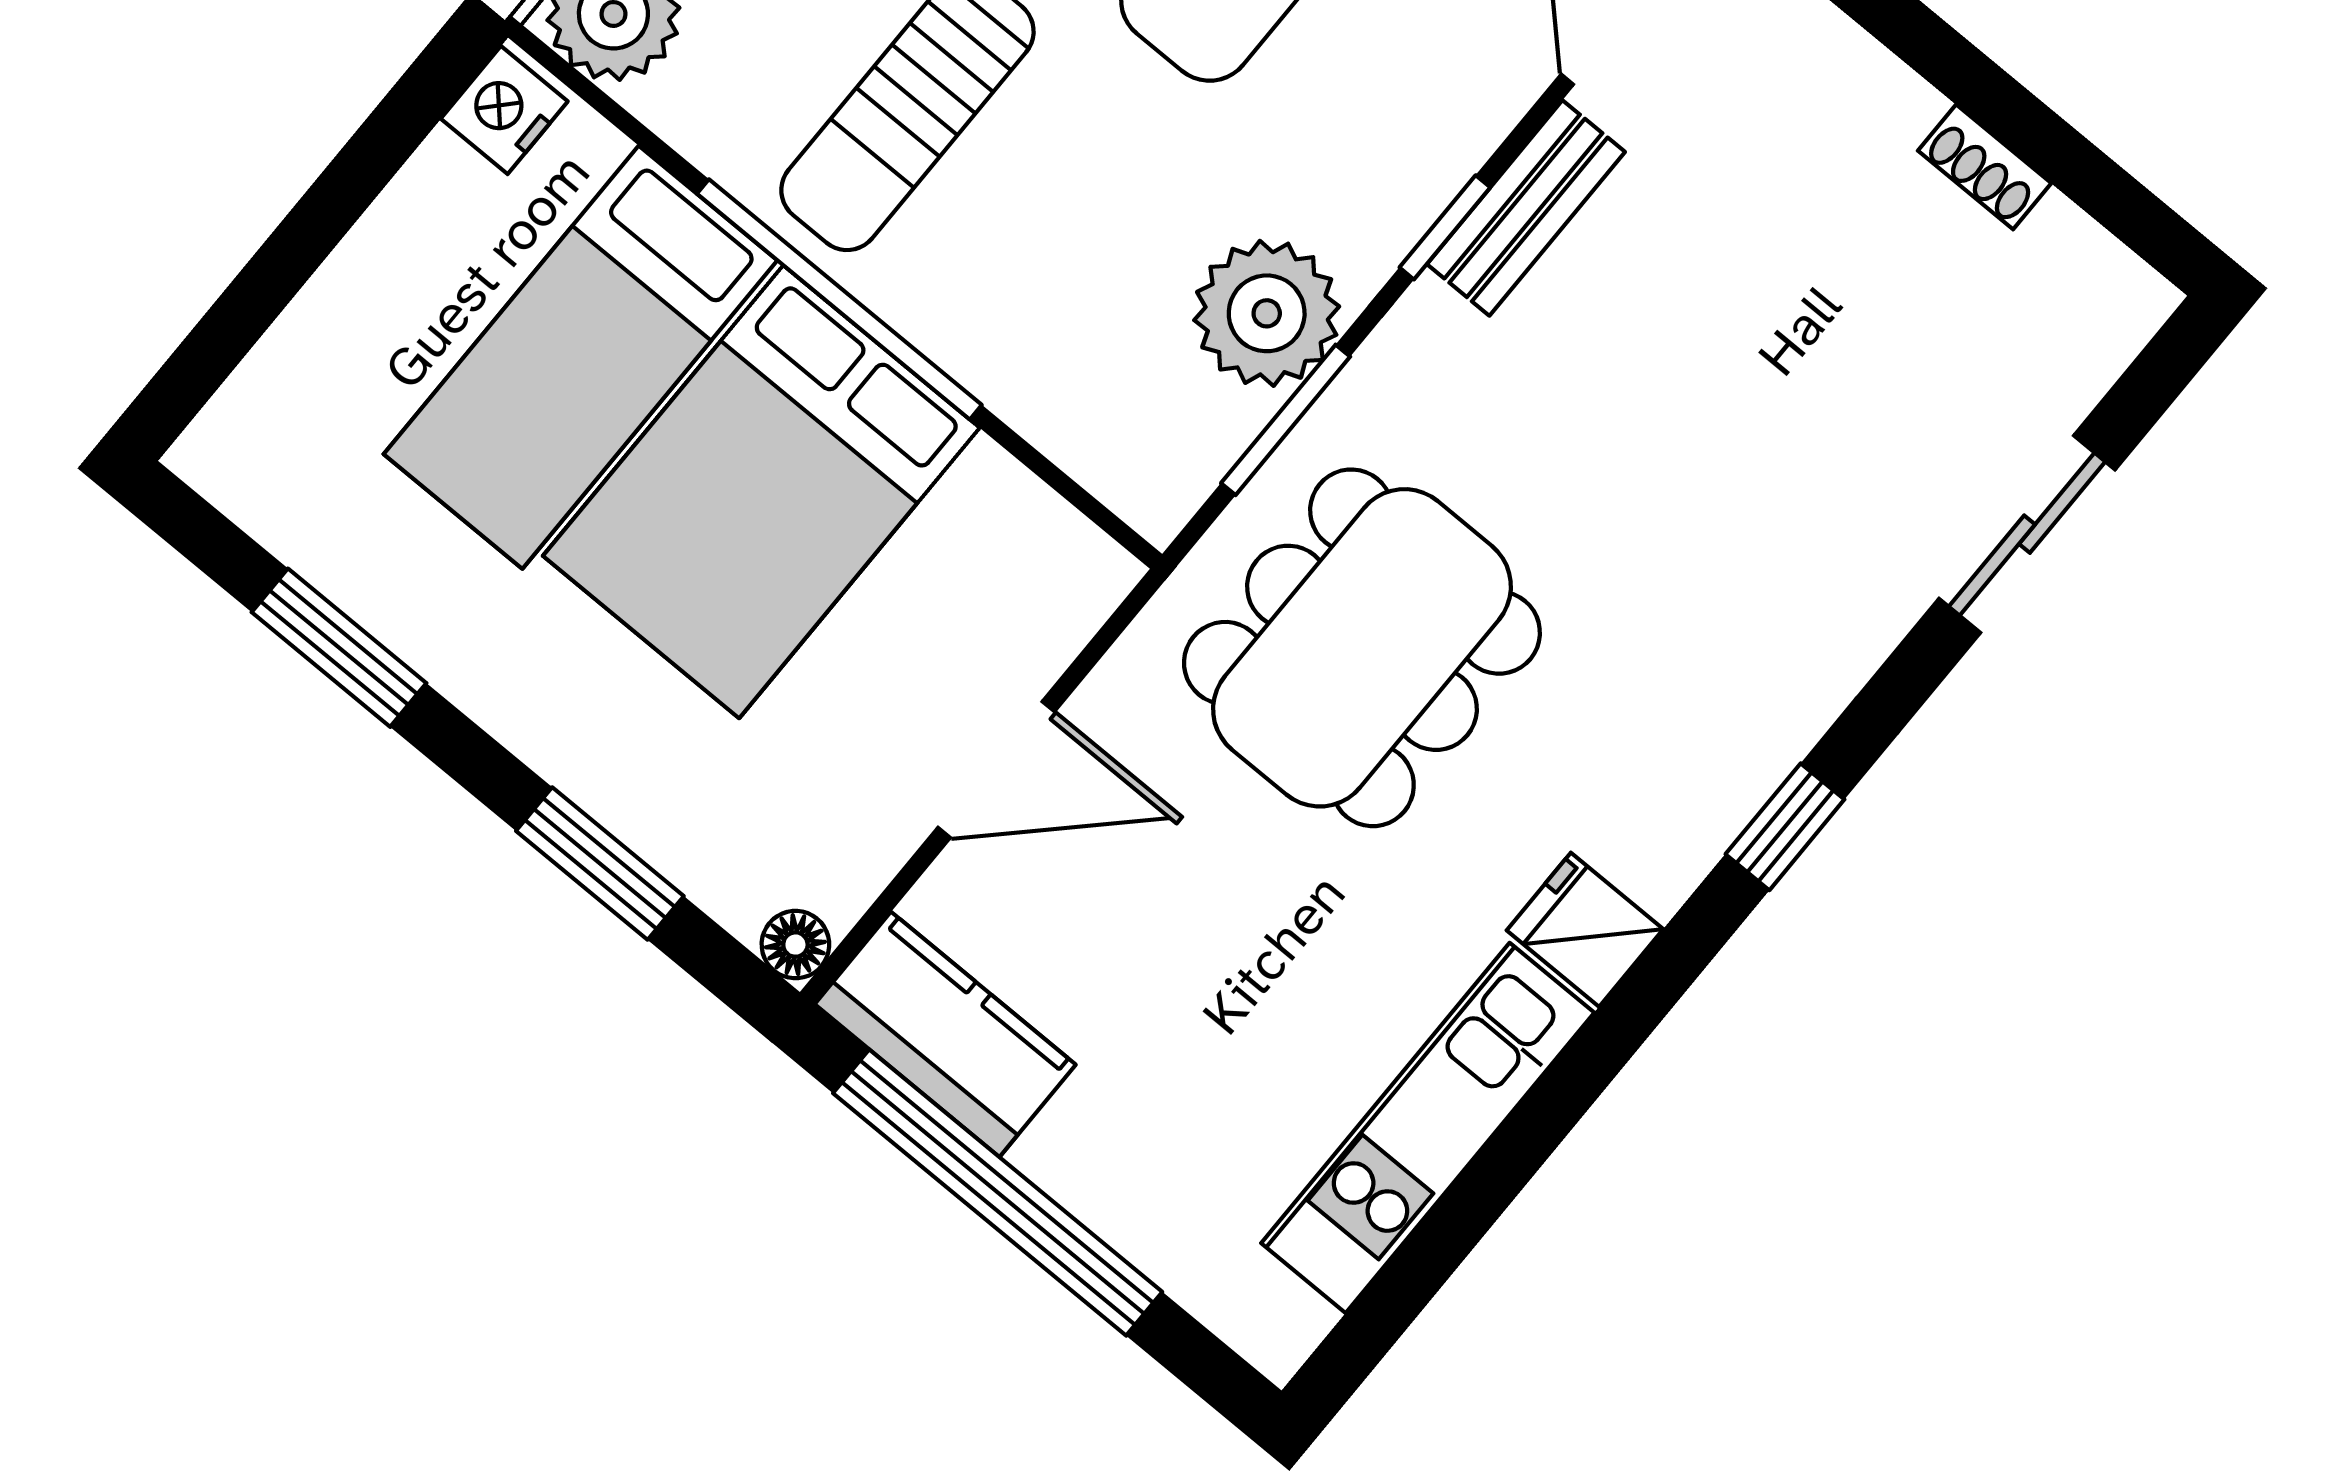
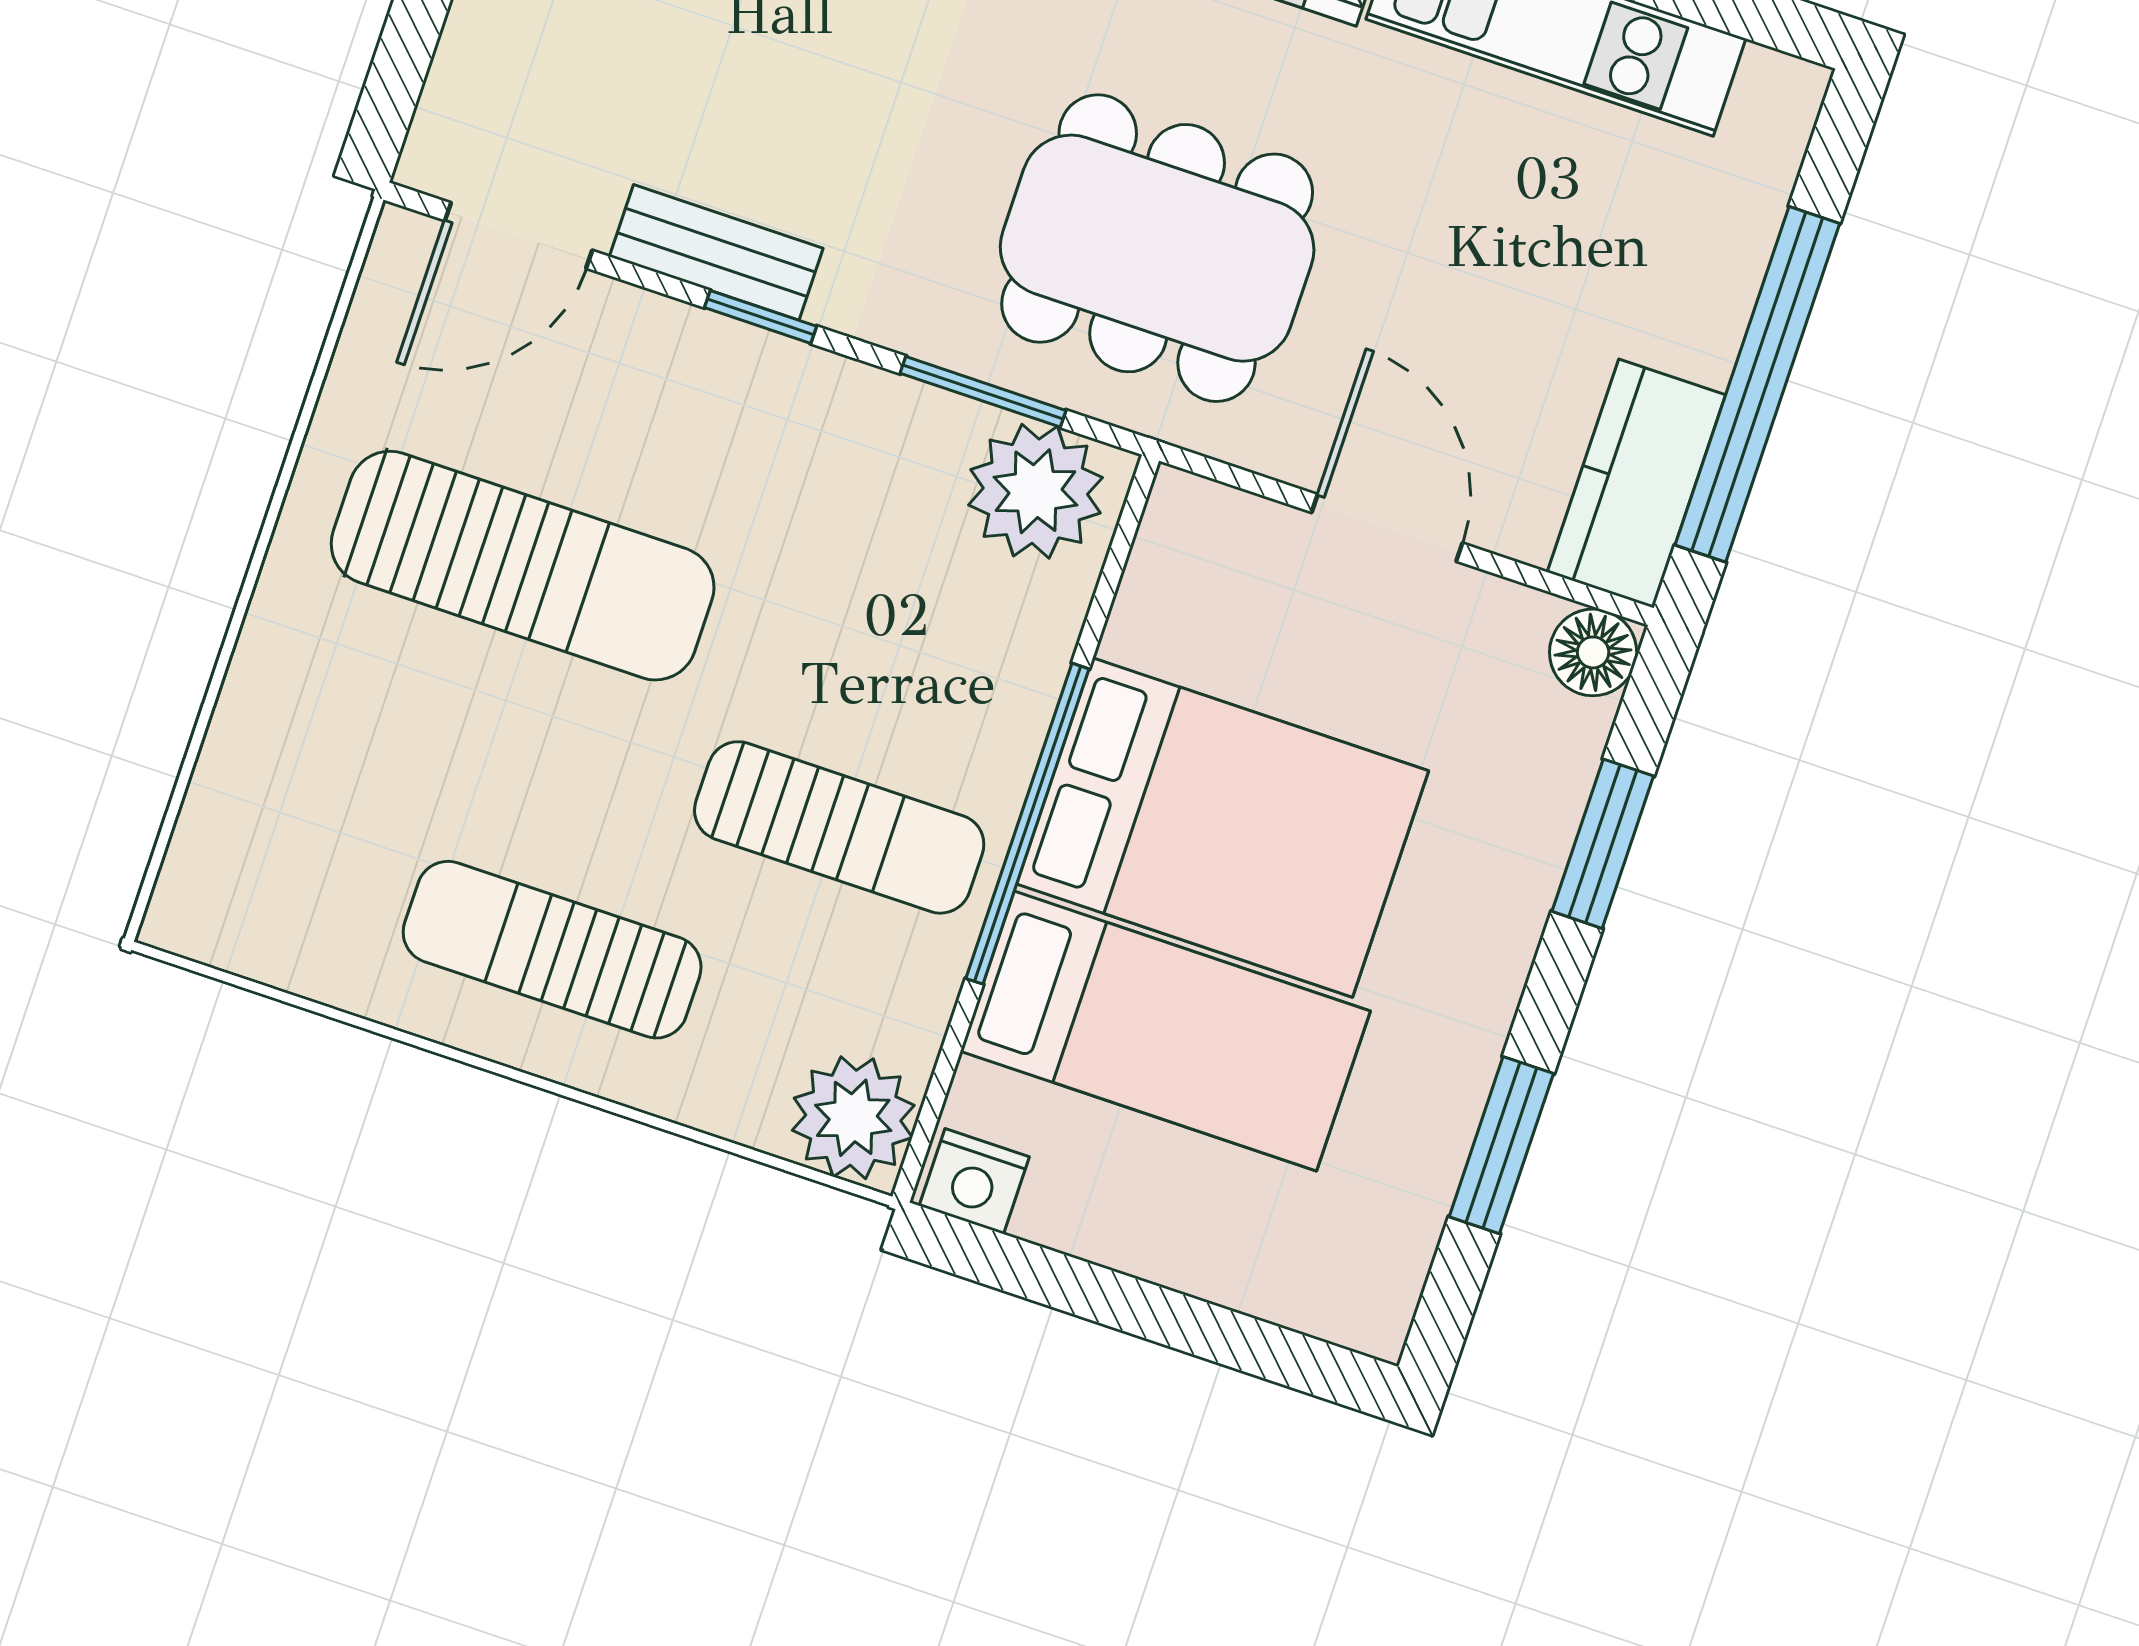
plant: (1267, 313) -> (1035, 491), moved
floor lamp: (795, 945) -> (1593, 652), width x1.37, depth x1.37

